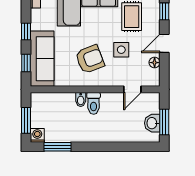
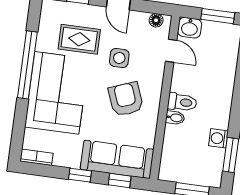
floor lamp: (155, 63) -> (156, 20), moved
washbasin: (152, 123) -> (190, 28), moved
washing machine: (37, 135) -> (218, 138), moved

